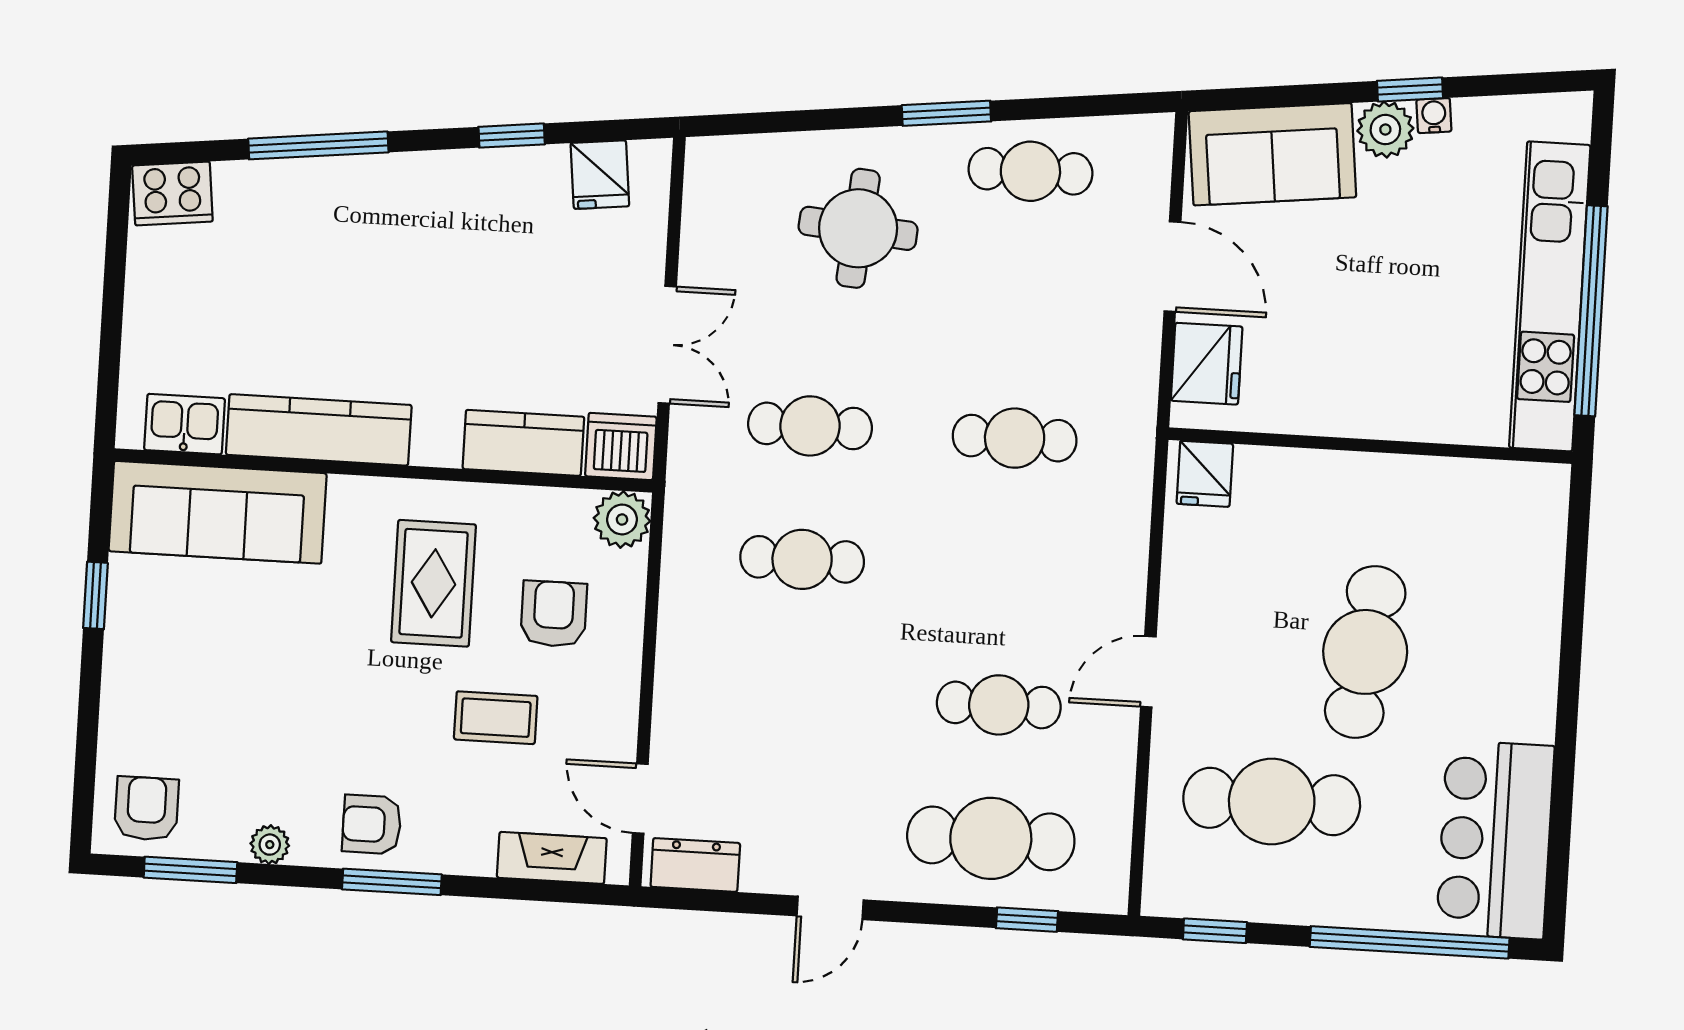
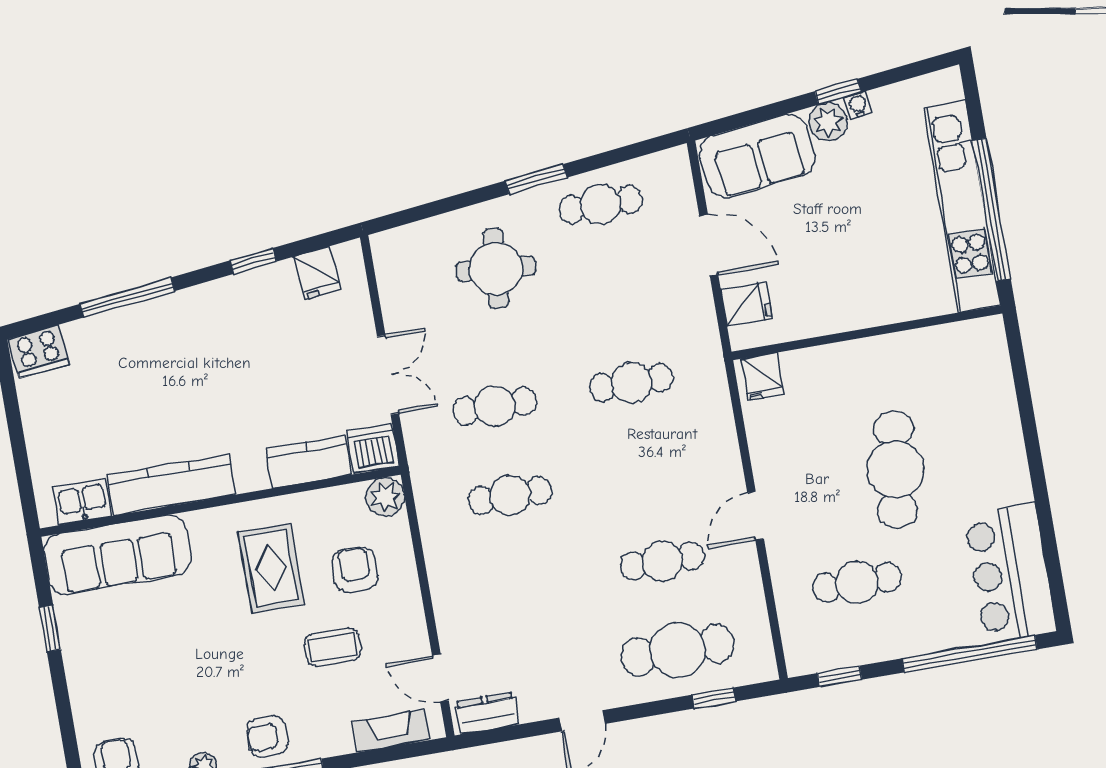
fridge: (1207, 364) -> (746, 304), width x0.72
cafe table: (1272, 801) -> (857, 582), width x0.73, depth x0.74

